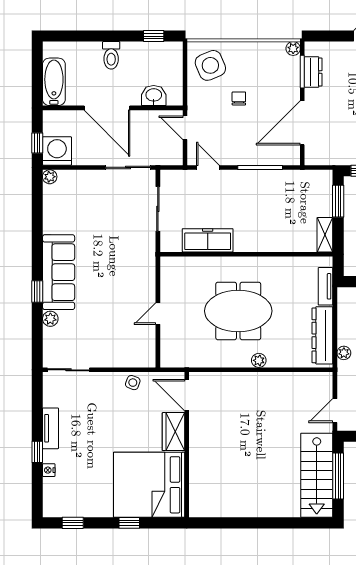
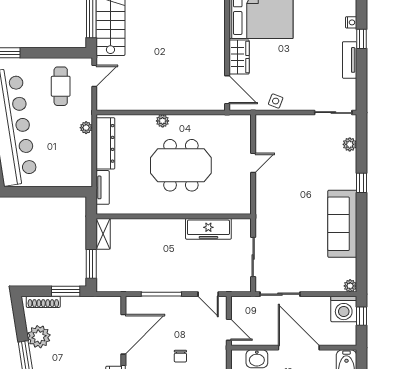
sofa: (59, 272) -> (342, 224), moved
plant: (50, 319) -> (350, 144), moved

